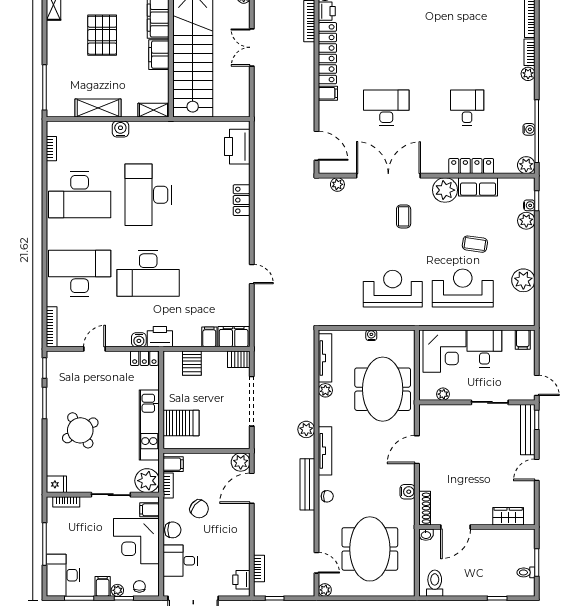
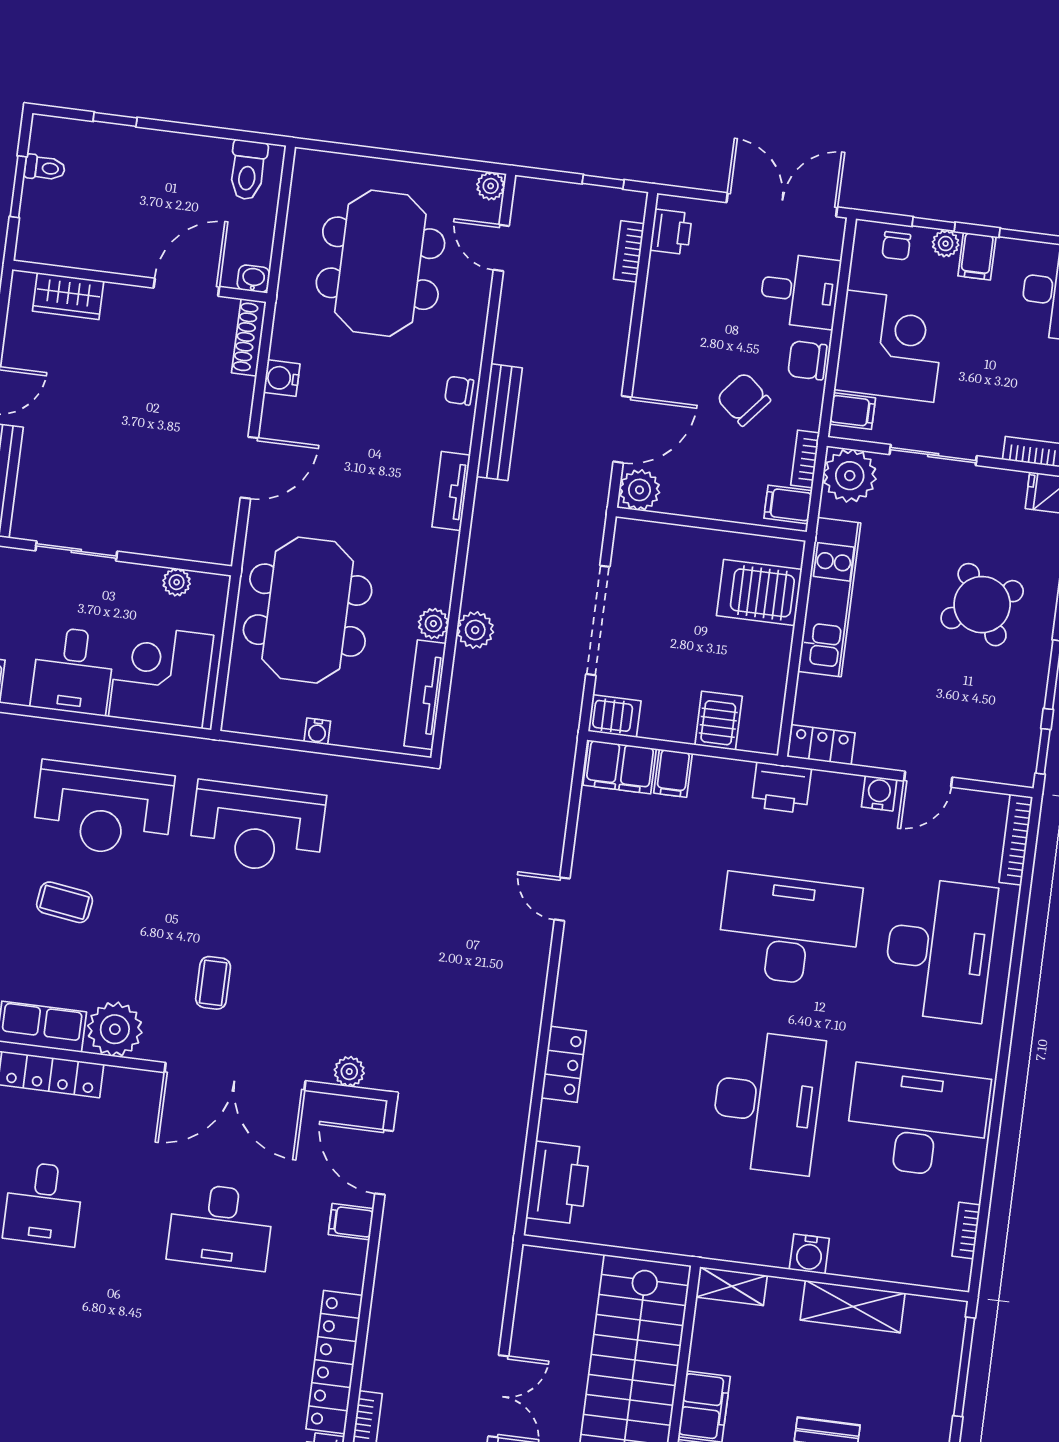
filing cabinet: (328, 93) -> (351, 1222), moved
desk: (80, 273) -> (939, 949), turned -90
water cooler: (139, 340) -> (879, 793), moved
plant: (306, 429) -> (475, 630), moved
tv unit: (325, 451) -> (451, 491), width x0.71

